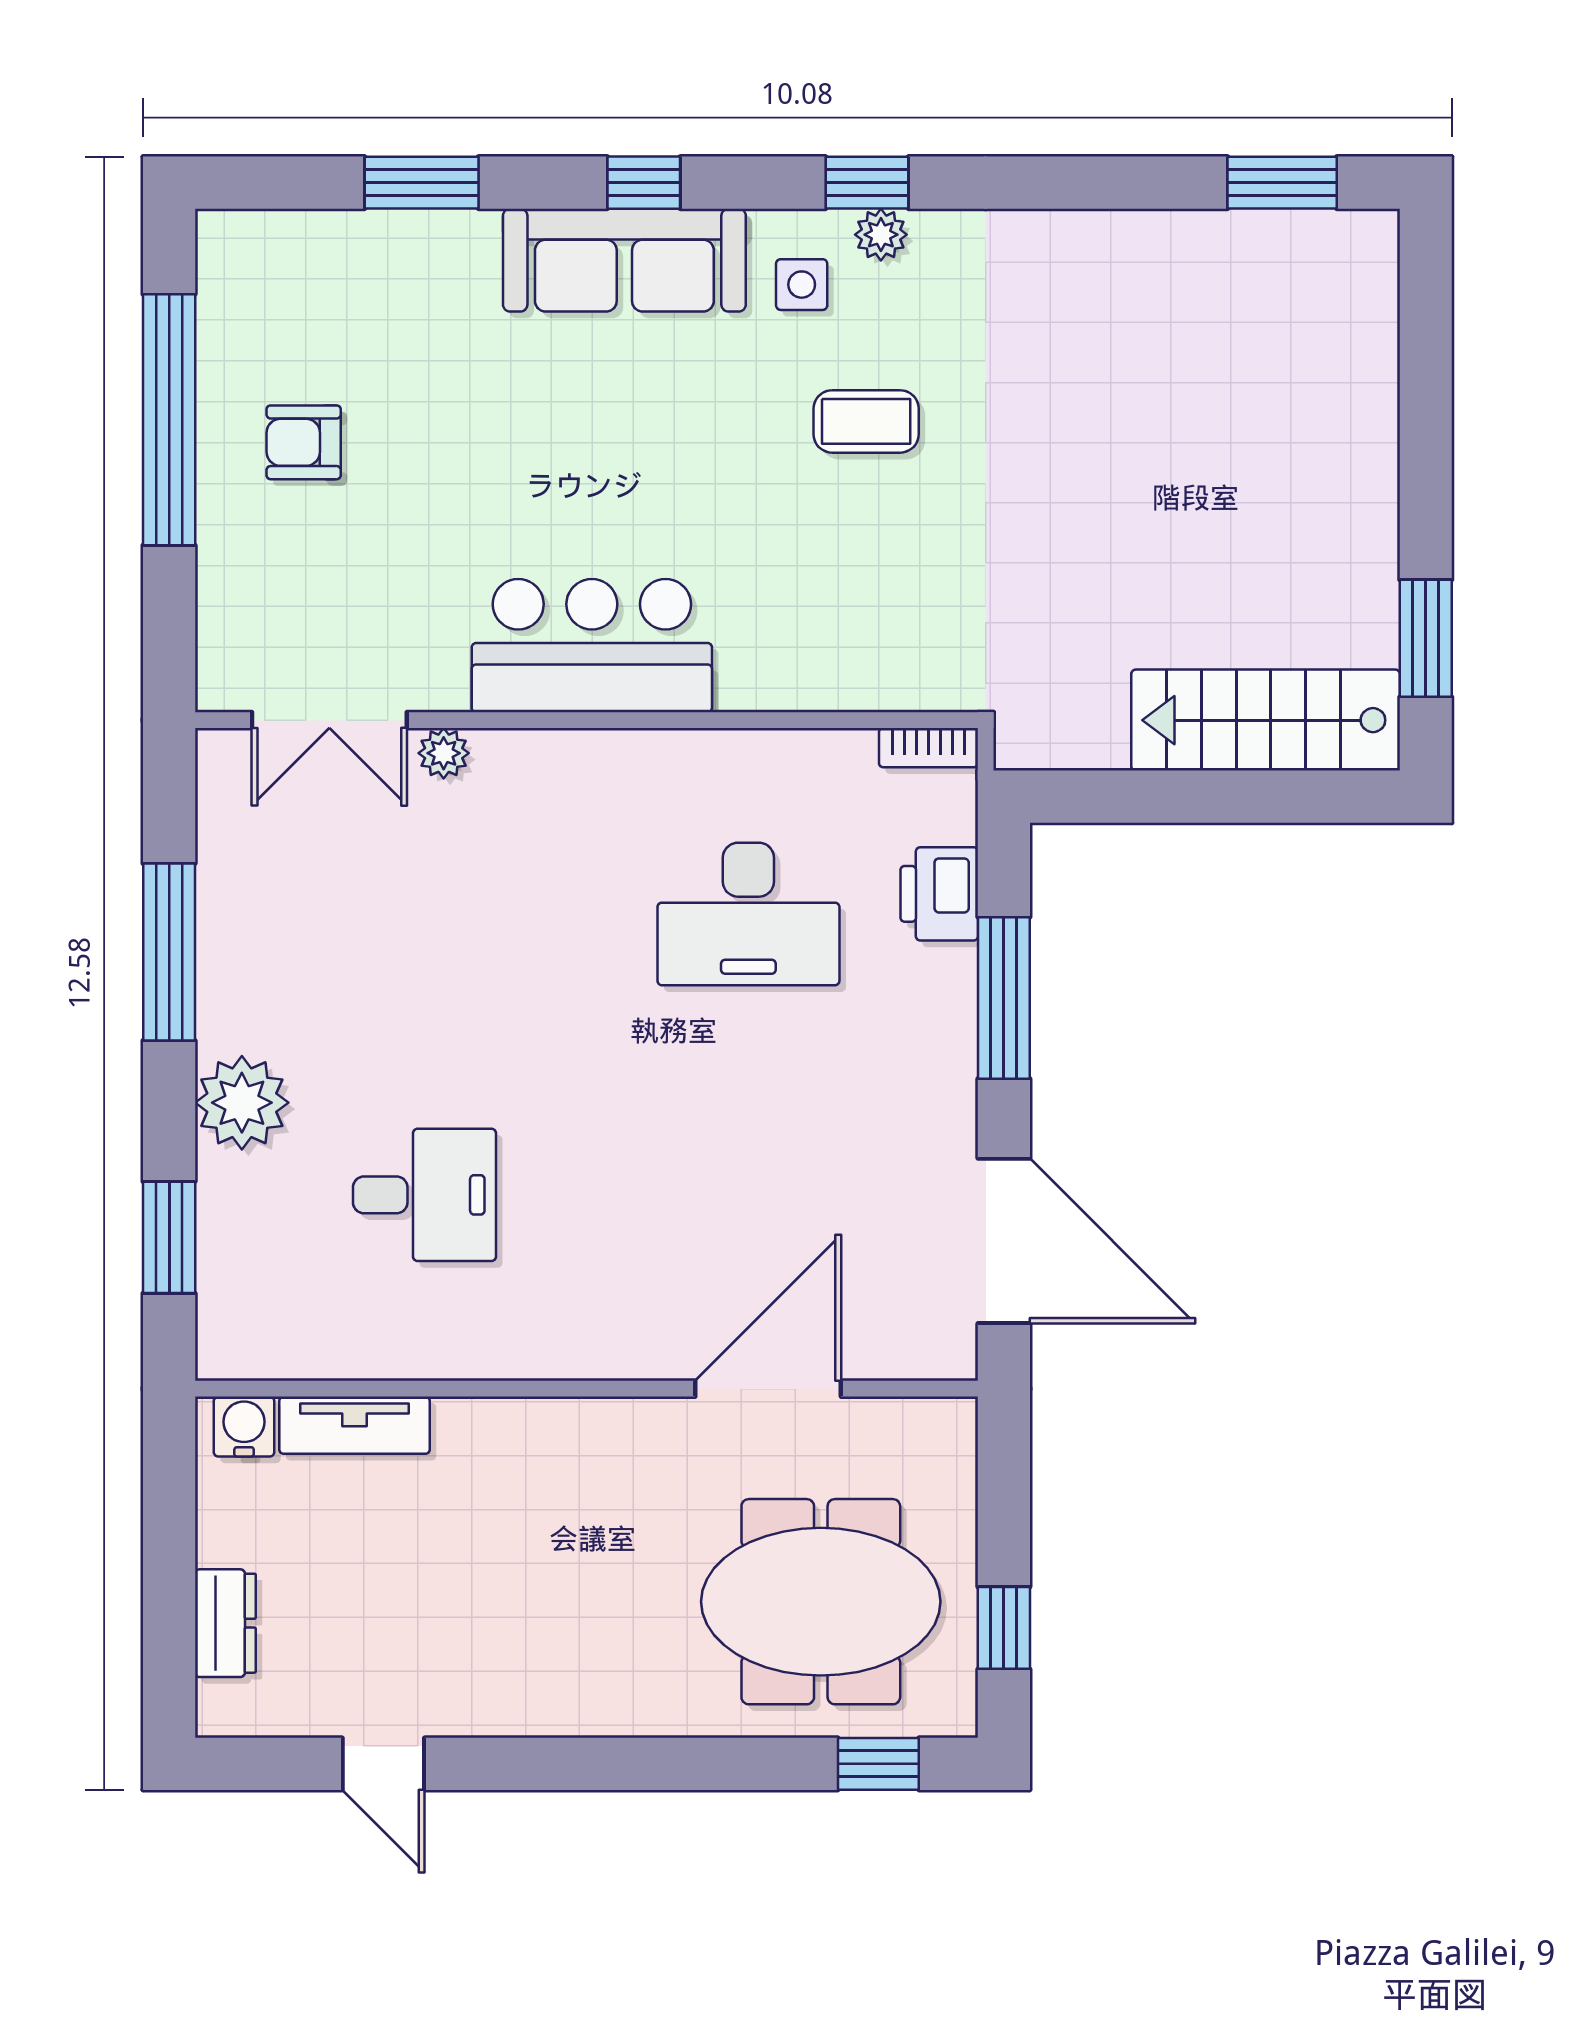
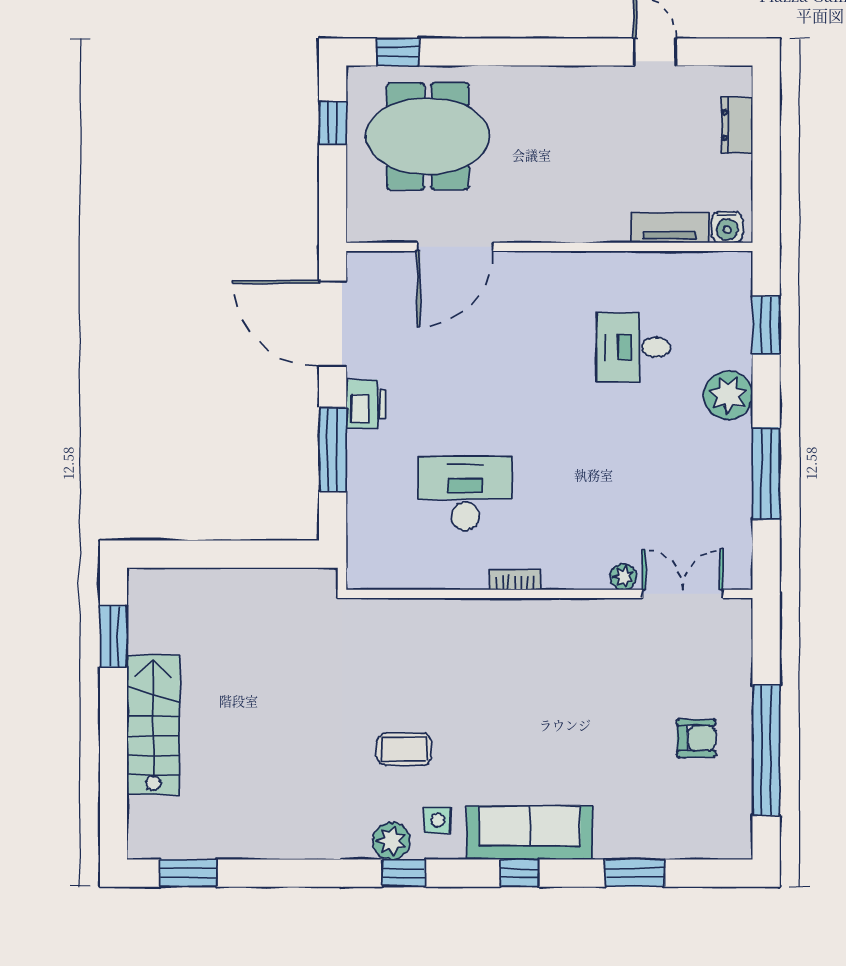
plant: (881, 235) -> (391, 841), width x1.38, depth x1.38
bar counter: (592, 646) -> (547, 633), removed
stairs: (1266, 720) -> (153, 725), moved, turned -90
bookcase: (928, 748) -> (515, 580), moved
printer: (939, 894) -> (366, 404), moved

